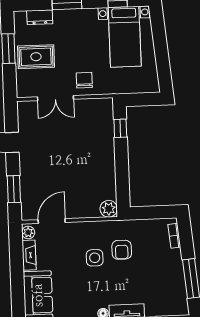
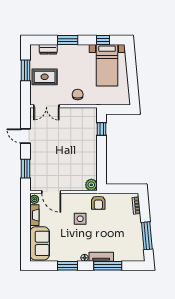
double door: (55, 98) -> (46, 106), moved
door: (52, 221) -> (51, 192), swing flipped
armchair: (122, 250) -> (98, 203), moved

